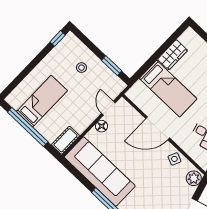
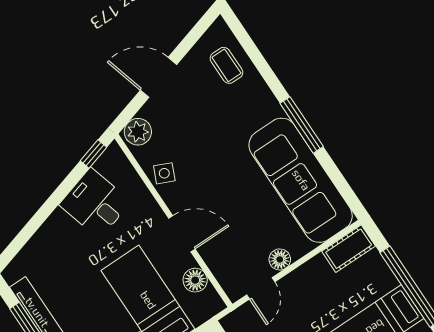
floor lamp: (145, 105) -> (195, 280), added
door: (158, 128) -> (182, 234), width x0.73

